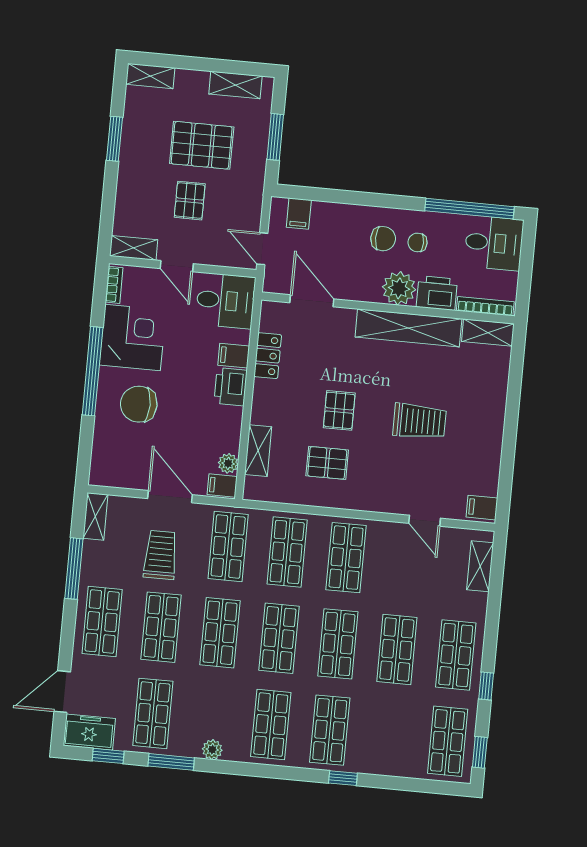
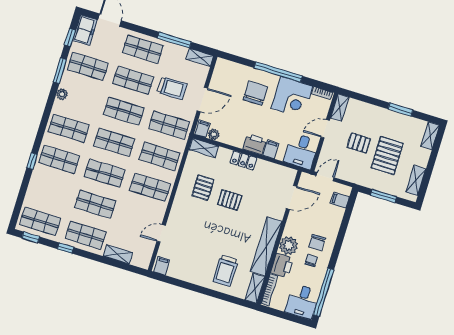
locker: (268, 356) -> (243, 160), moved
trolley: (420, 421) -> (225, 271), moved
shelving: (258, 451) -> (204, 148), moved
shelving: (480, 566) -> (118, 254), moved

